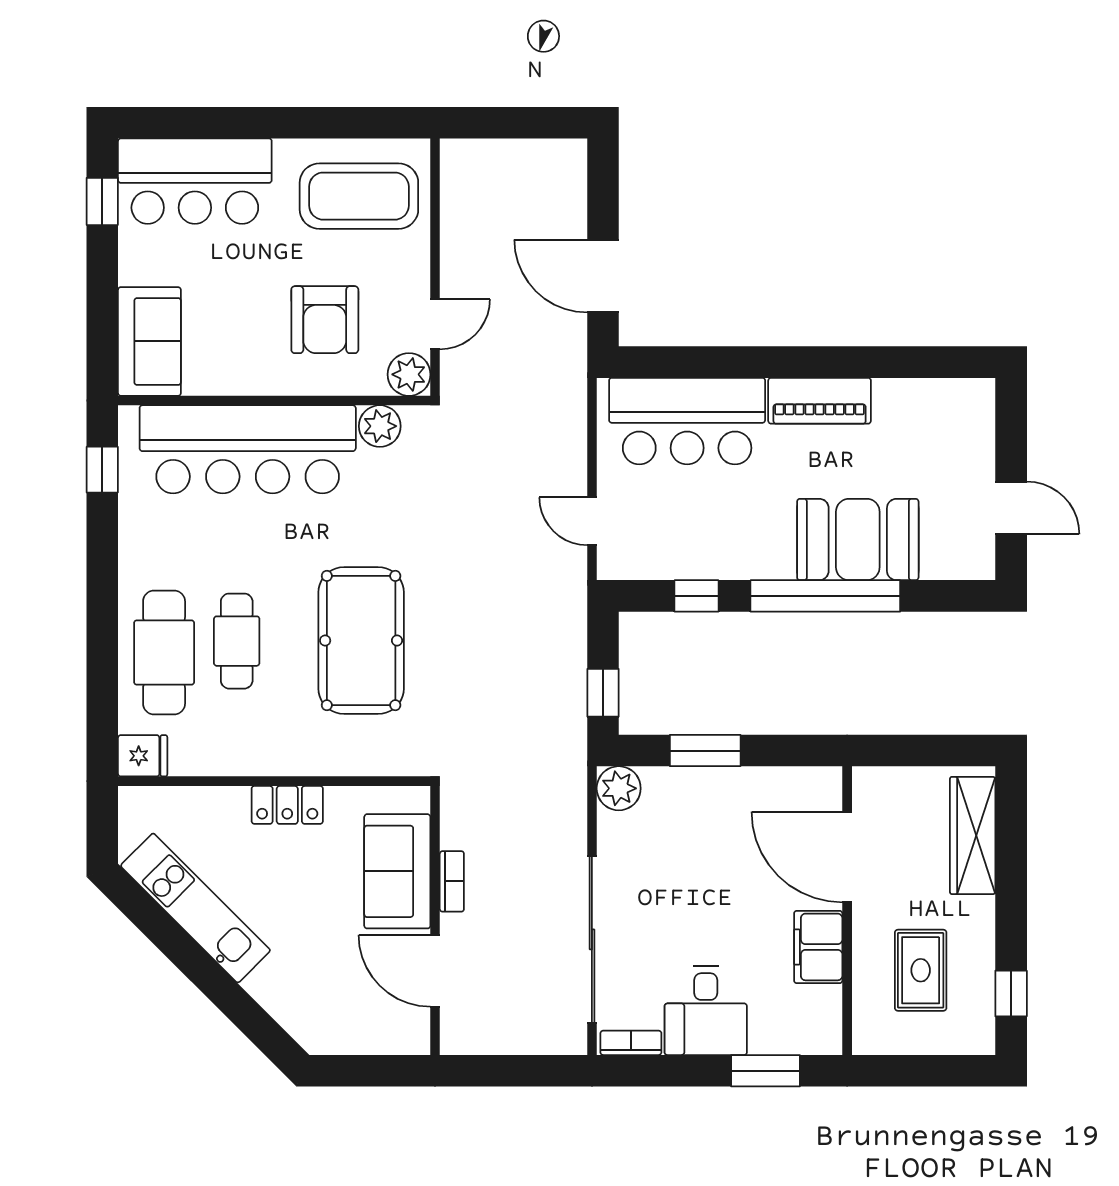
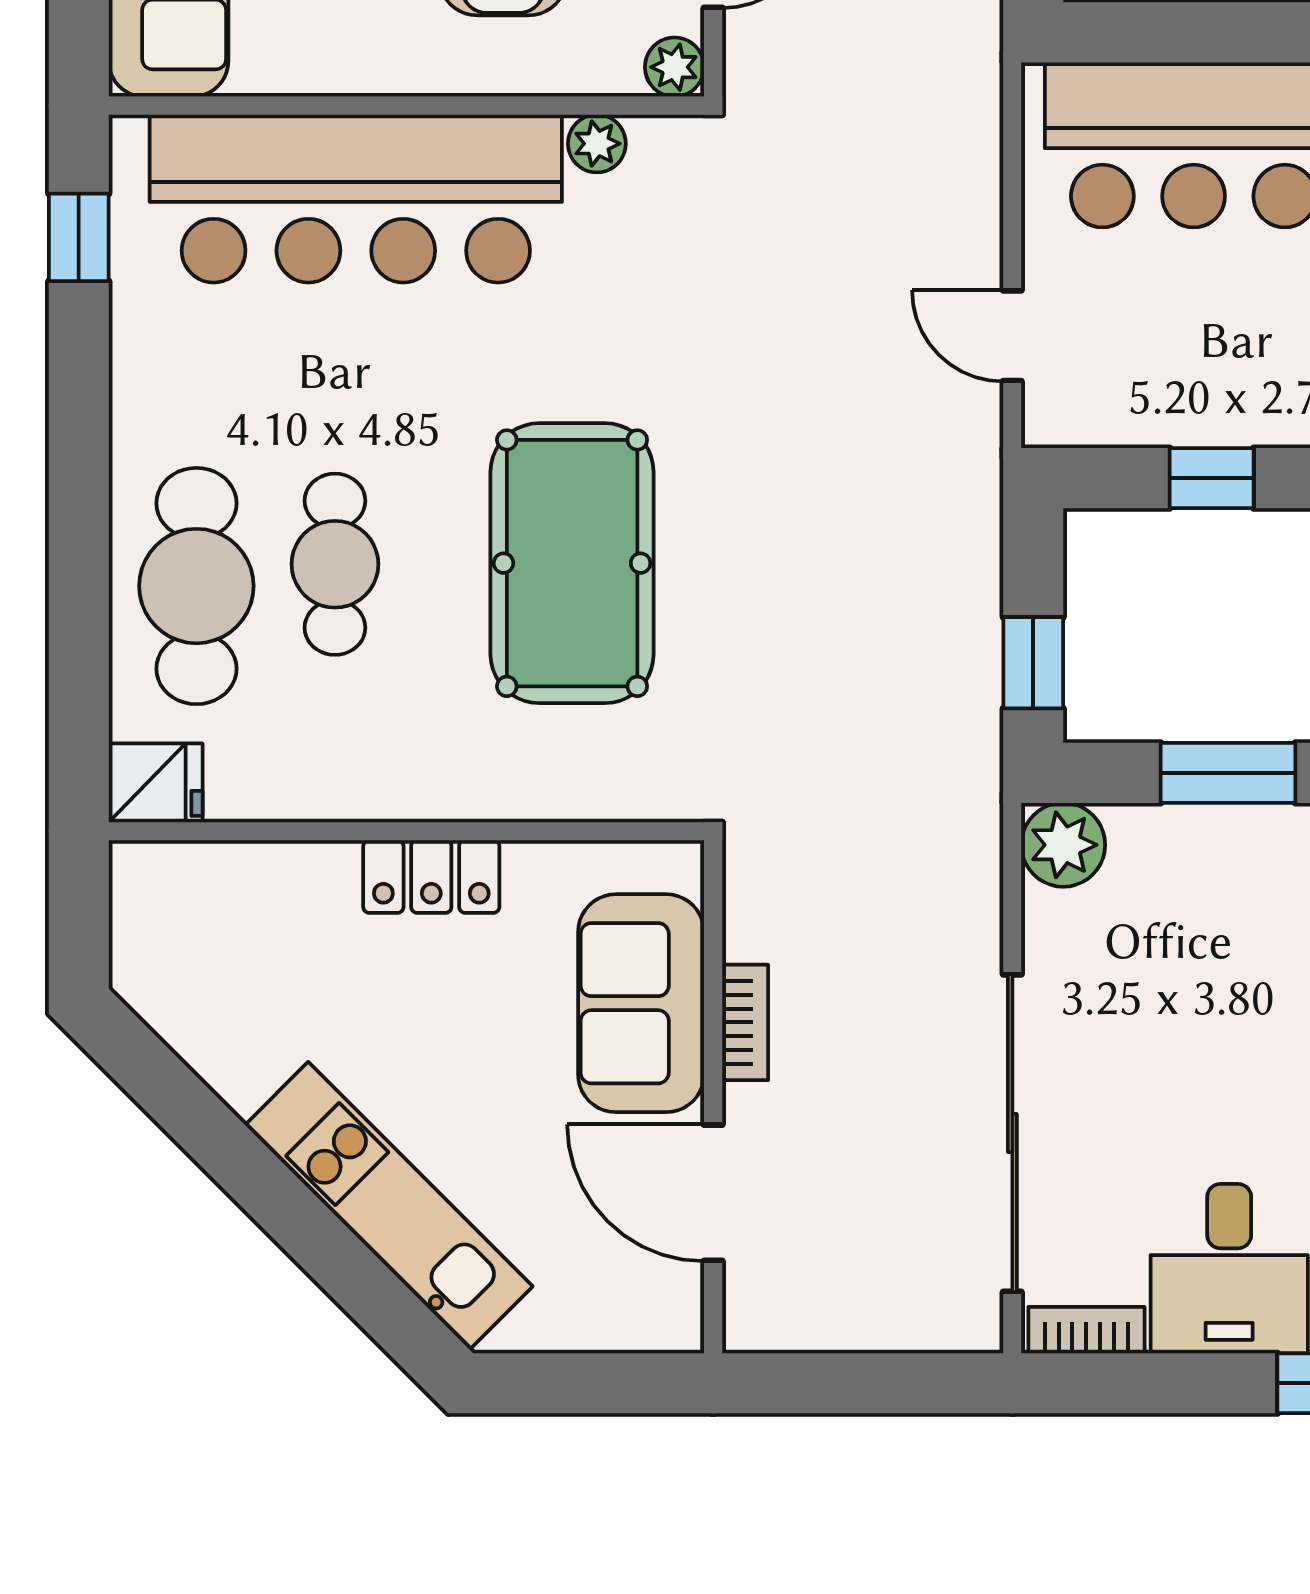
plant: (409, 374) -> (674, 67), width x0.73, depth x0.73
plant: (380, 426) -> (597, 144), width x0.73, depth x0.73
kitchen unit: (195, 908) -> (389, 1206), moved

